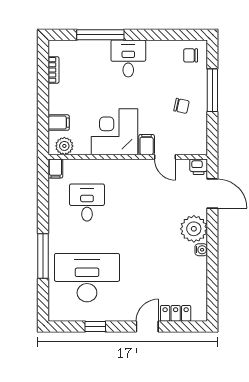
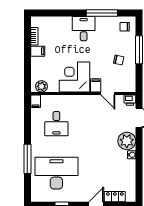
window: (100, 35) -> (102, 13), moved
filing cabinet: (59, 123) -> (38, 51), moved
desk: (87, 203) -> (56, 124), turned 180

